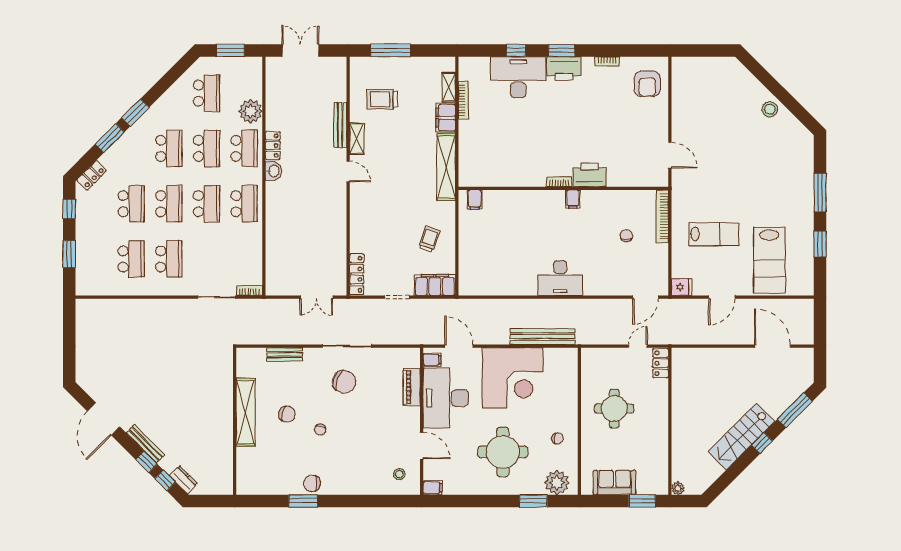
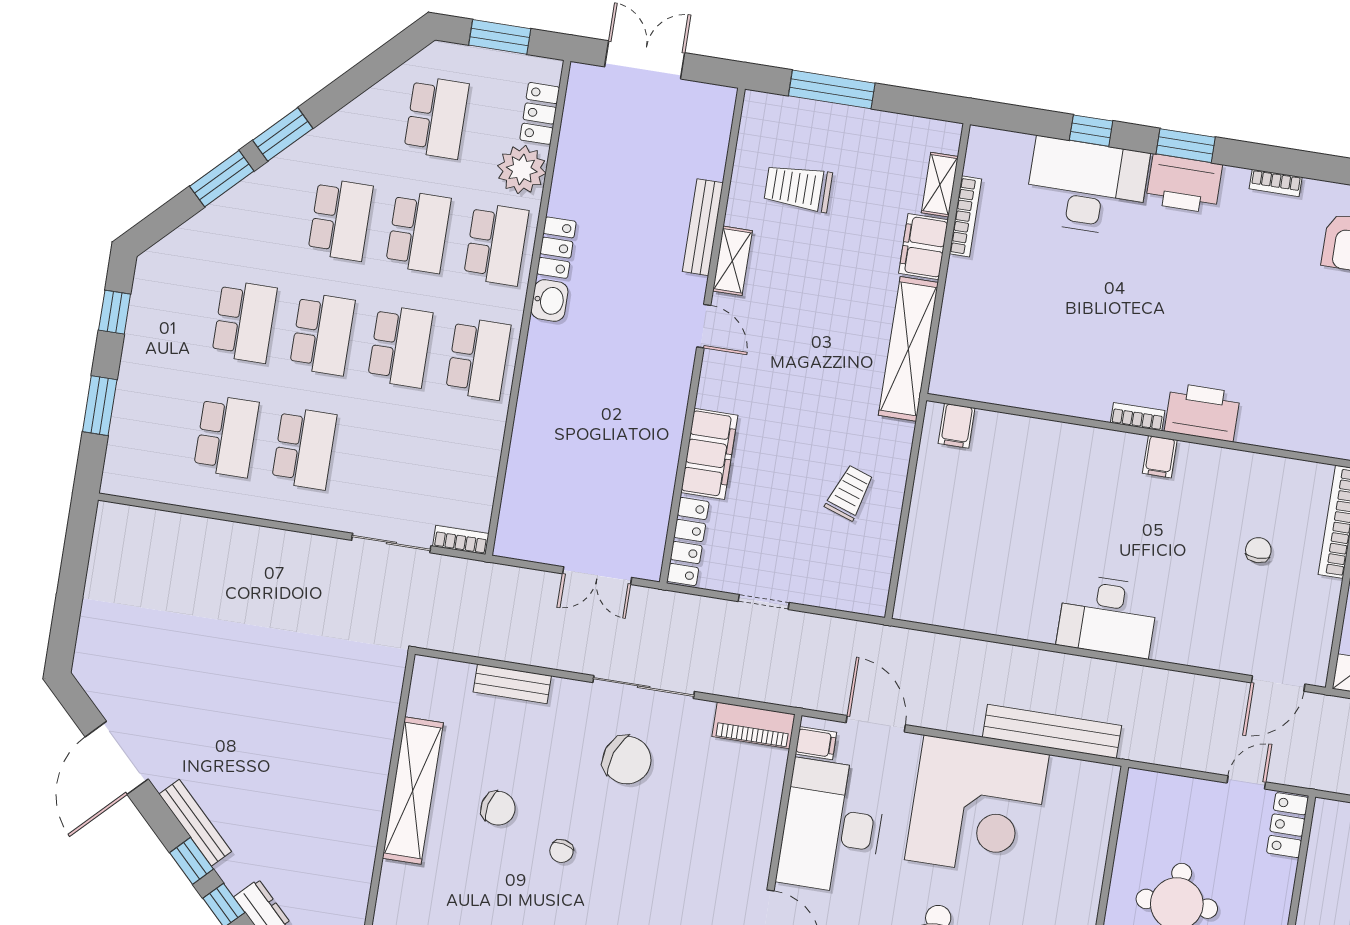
locker: (92, 175) -> (540, 113), moved, turned 135
filing cabinet: (435, 285) -> (709, 454), moved, turned 90
piano: (412, 387) -> (754, 725), moved, turned -90

